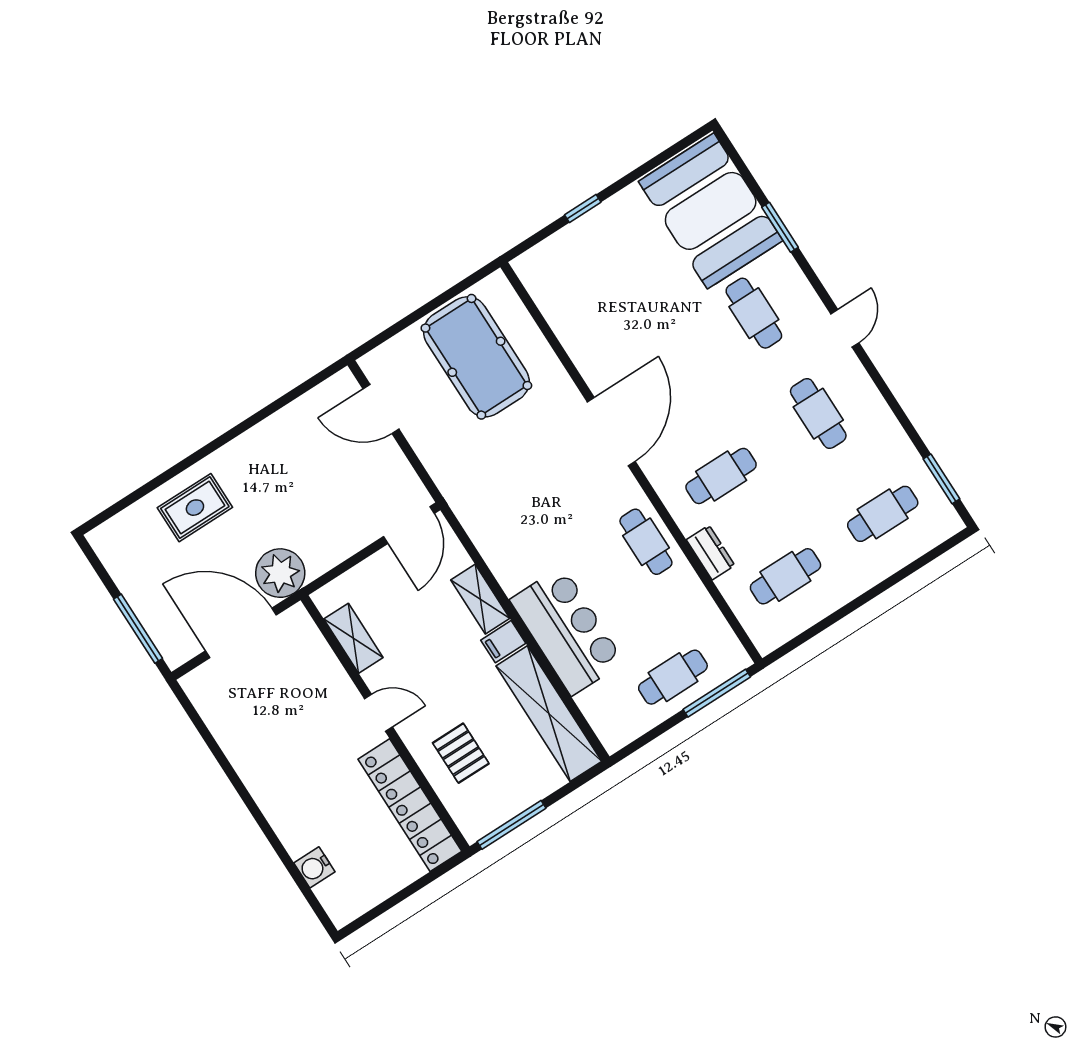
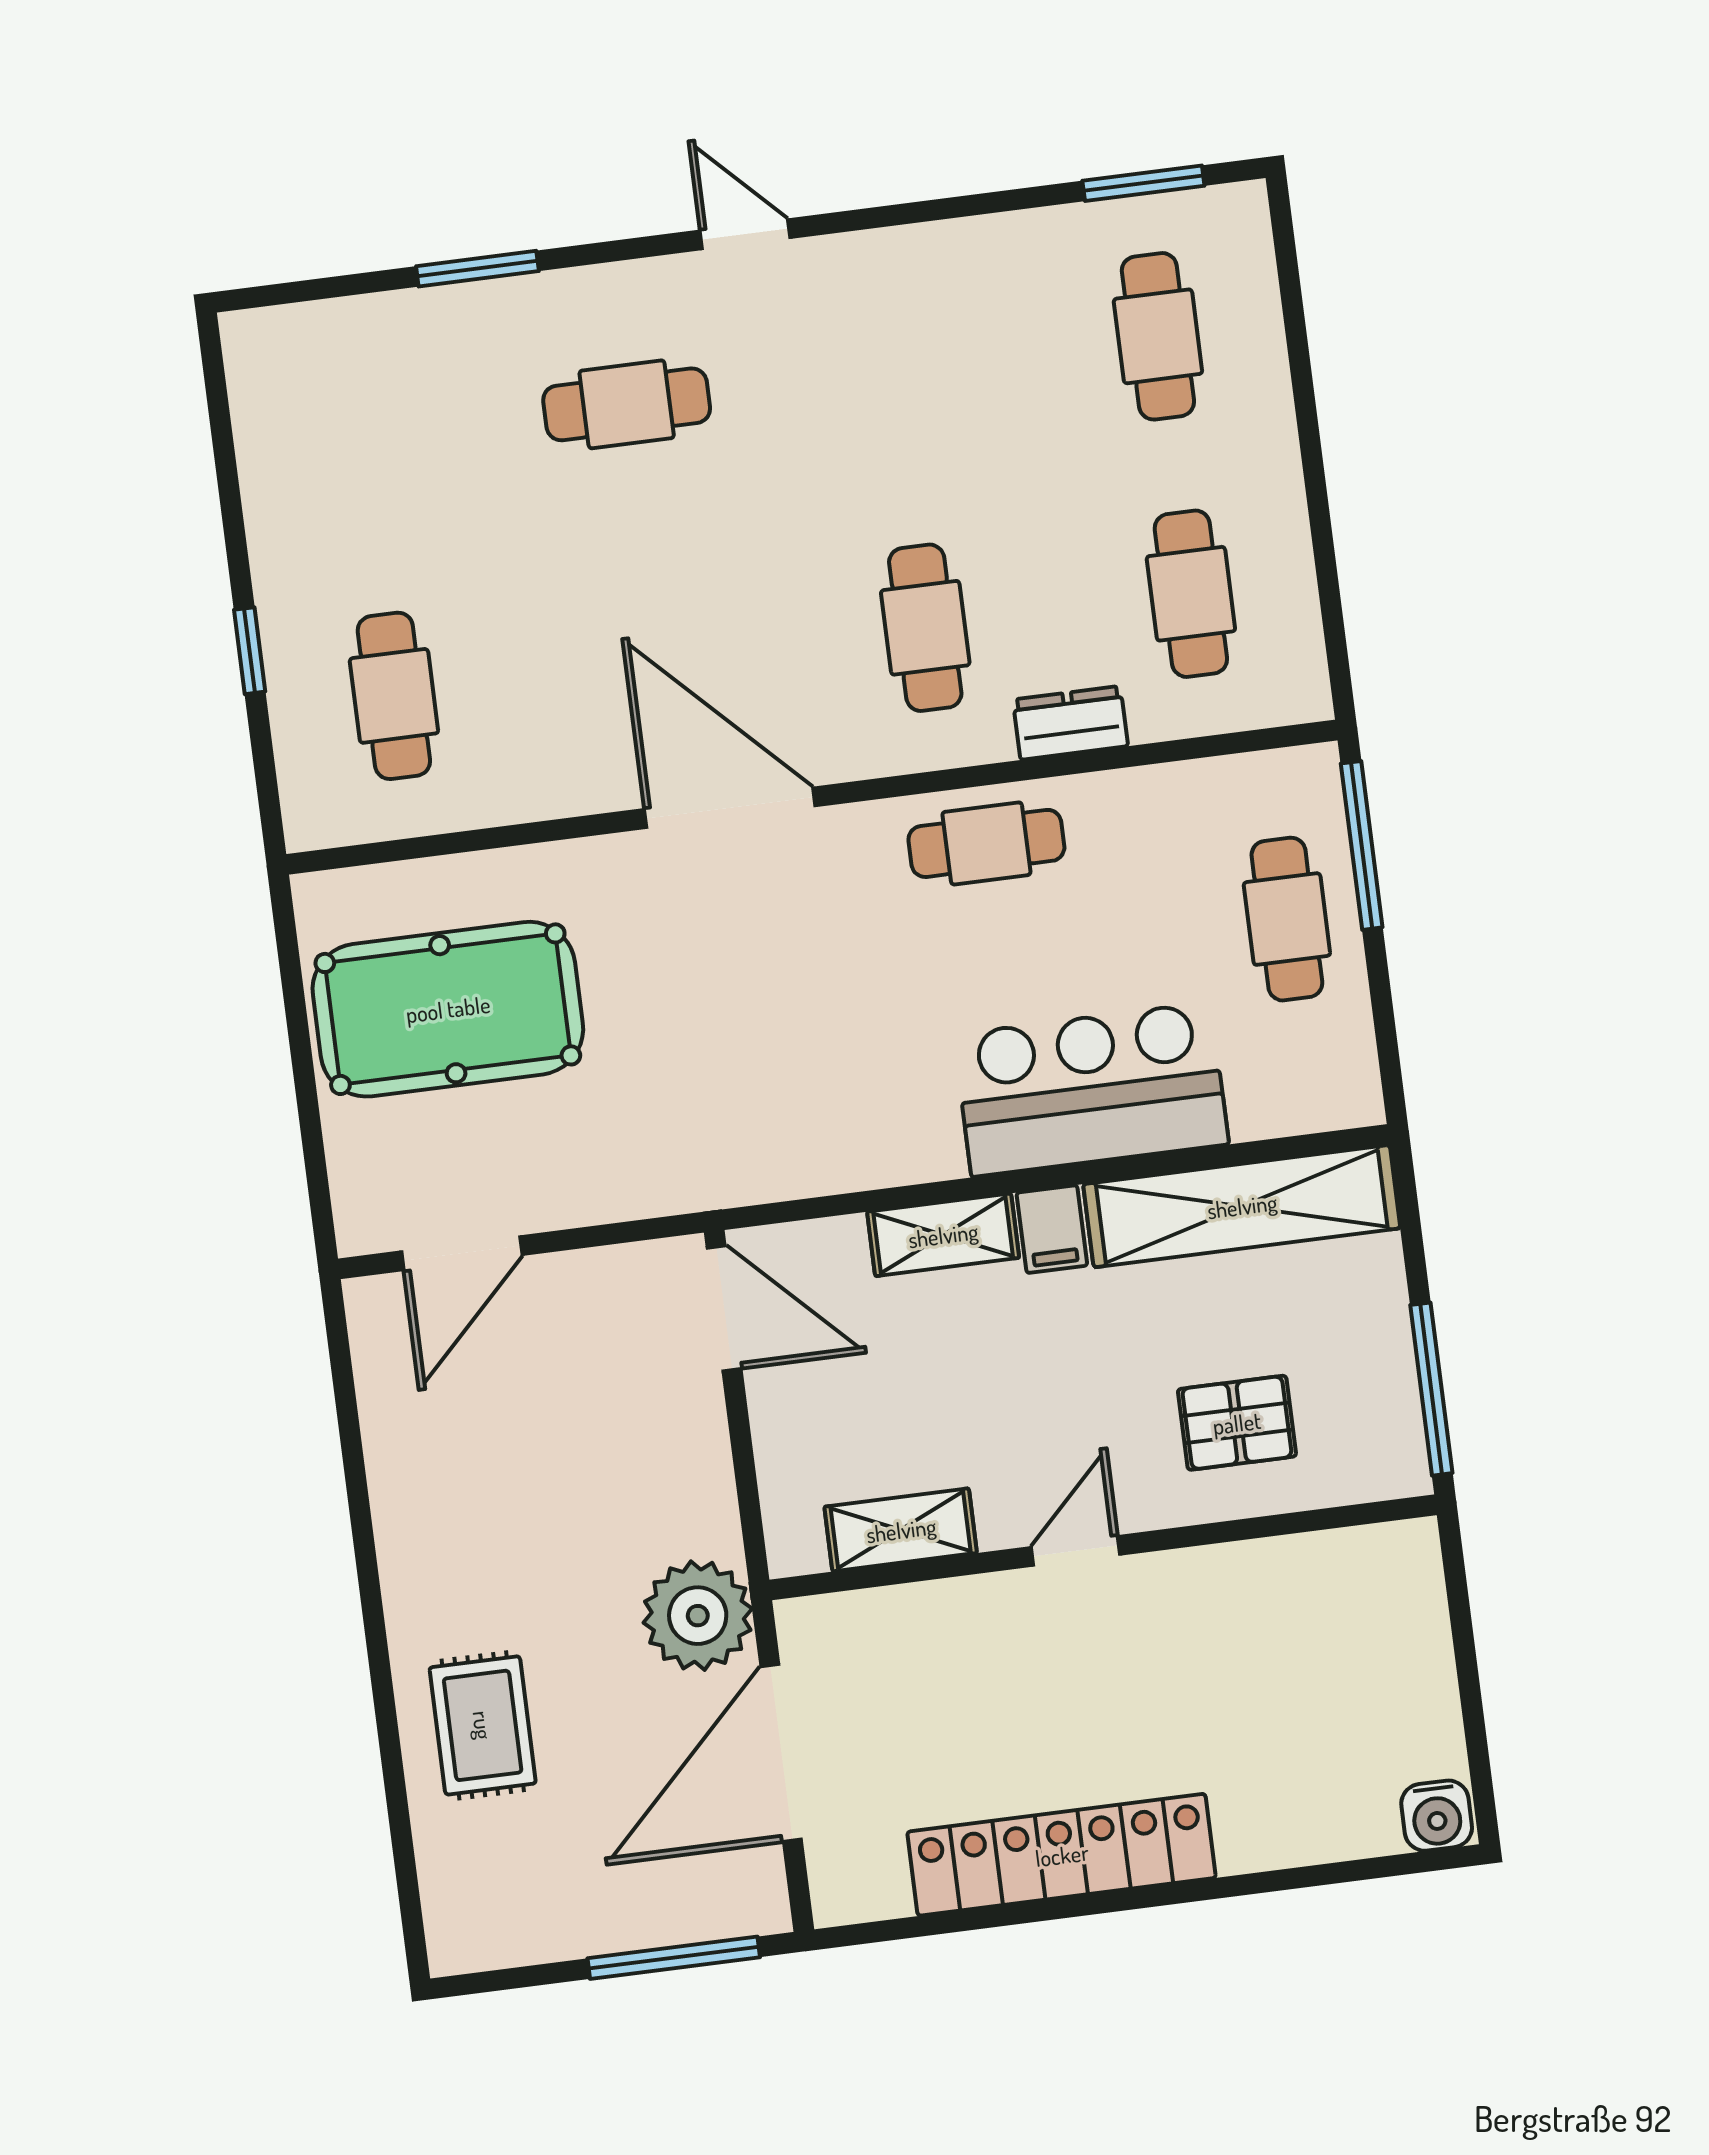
booth: (711, 211) -> (378, 394), removed
cafe table: (818, 414) -> (394, 696), moved, turned 90
locker: (410, 805) -> (1062, 1855), moved, turned 180
water cooler: (314, 867) -> (1437, 1816), moved

